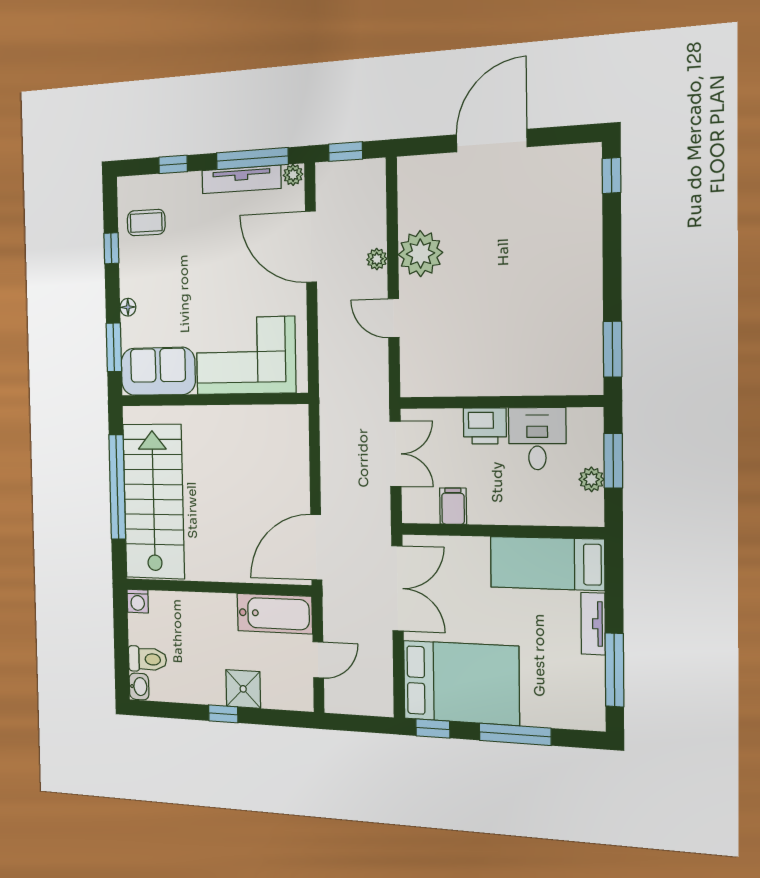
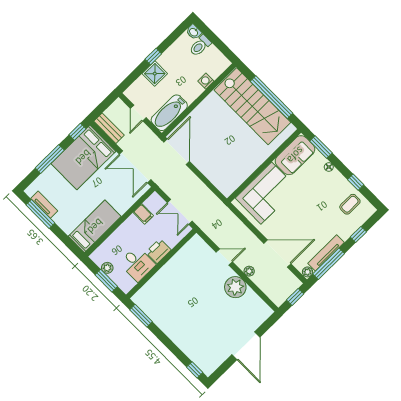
washing machine: (138, 601) -> (206, 81), moved
tv unit: (593, 624) -> (44, 205), moved
bench: (381, 684) -> (109, 128), added

